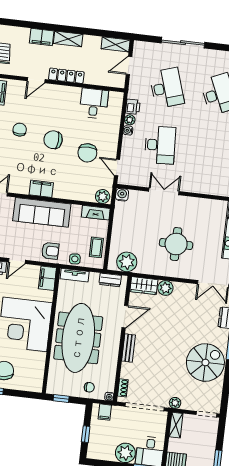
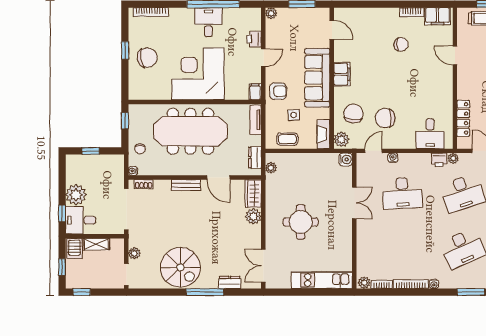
locker: (66, 76) -> (463, 118), moved
desk: (94, 103) -> (430, 134), moved, turned 90
plant: (130, 120) -> (453, 158), moved
water cooler: (128, 130) -> (393, 158), moved
chair: (53, 140) -> (353, 114), moved
armchair: (50, 251) -> (278, 91), turned -90
side table: (75, 259) -> (294, 115), moved
door: (17, 261) -> (263, 58), swing flipped
plant: (127, 262) -> (271, 168), width x0.53, depth x0.53
filing cabinet: (47, 278) -> (255, 92), width x0.50
plant: (175, 403) -> (134, 253), moved
filing cabinet: (105, 412) -> (116, 168), removed
shelving: (176, 425) -> (96, 244), moved

